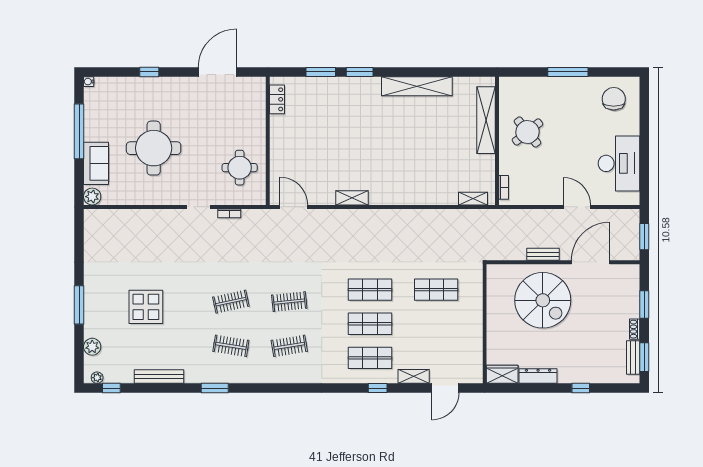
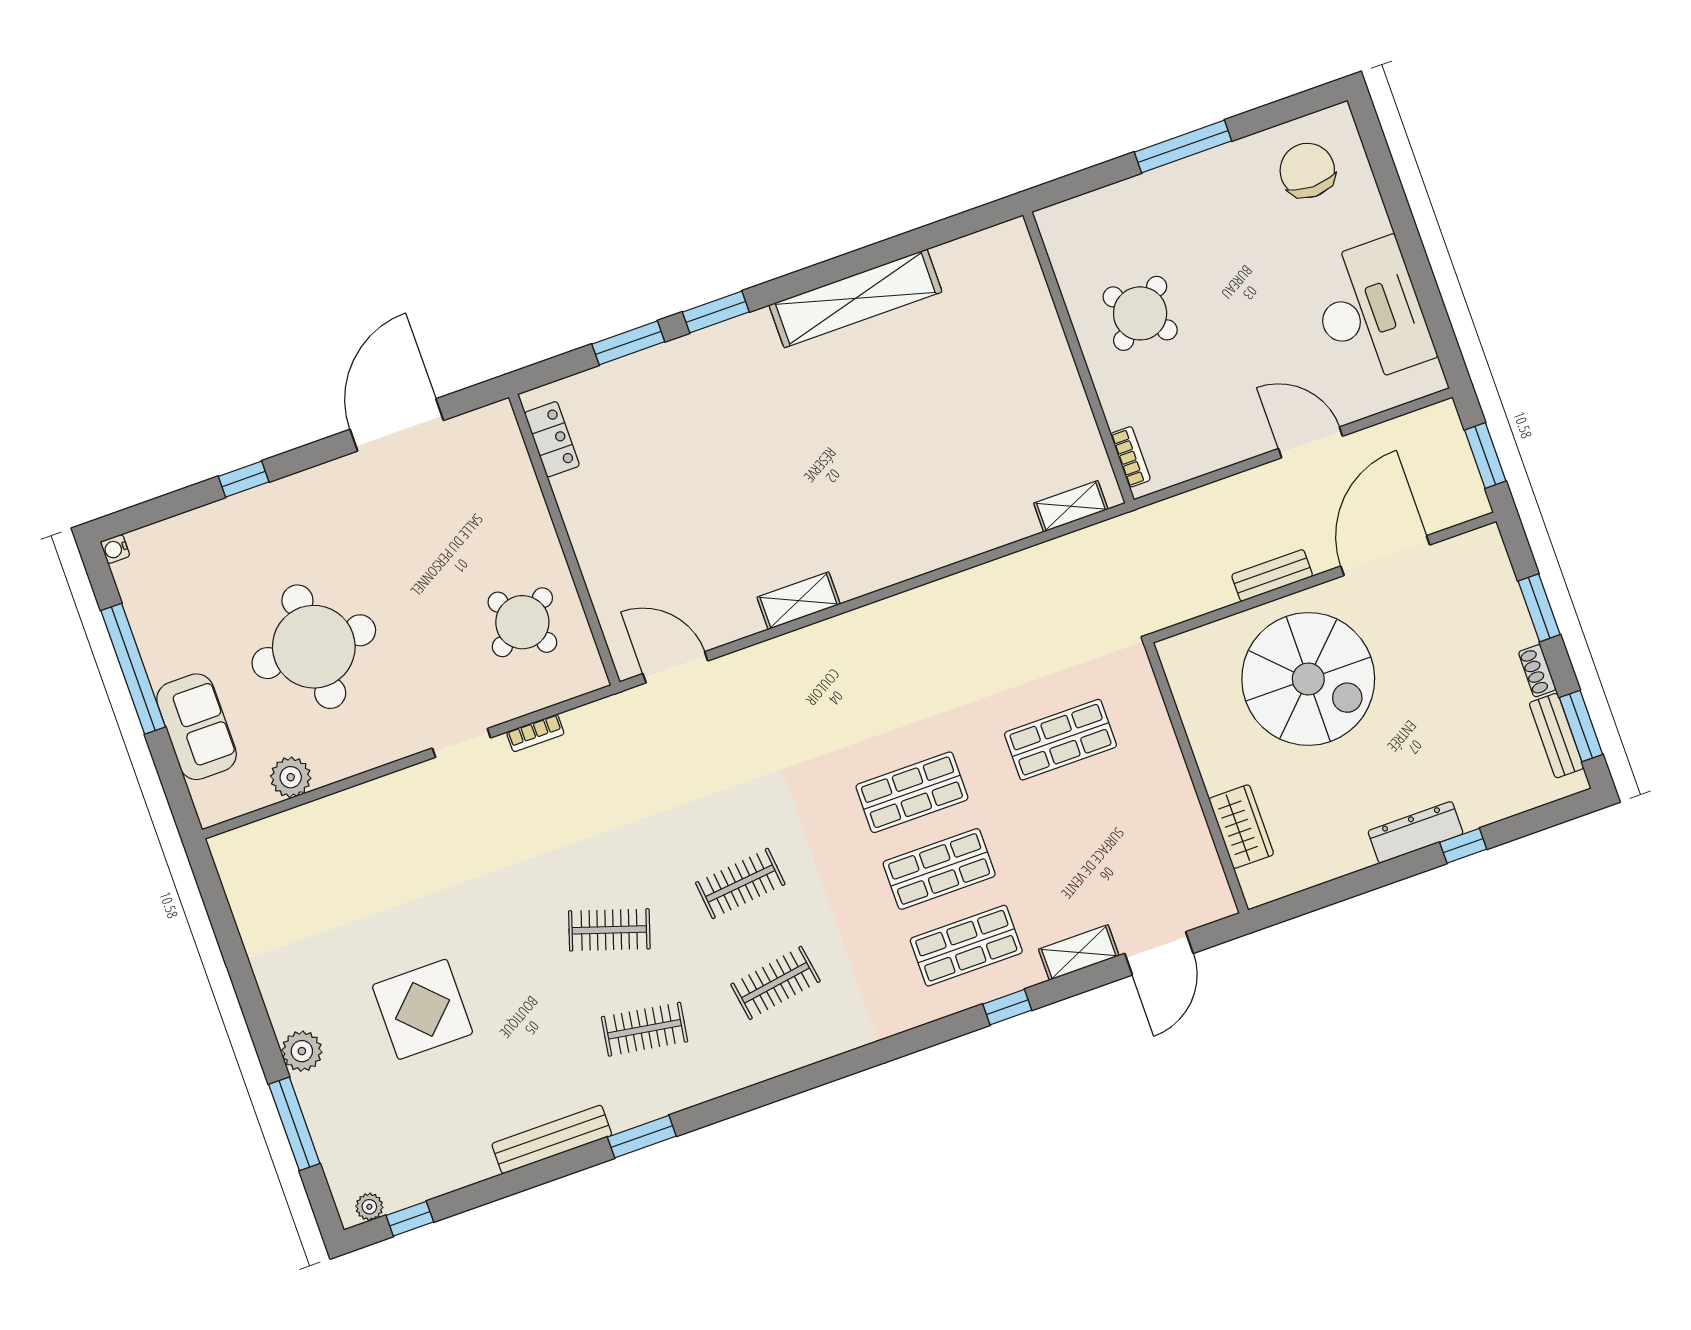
shelving: (486, 120) -> (1037, 320), removed
round table: (240, 168) -> (522, 622), turned -31
plant: (92, 197) -> (291, 777), moved
clothes rail: (231, 302) -> (609, 930), turned 30
window: (79, 305) -> (294, 1124), moved
plant: (92, 347) -> (302, 1051), moved
wardrobe: (502, 374) -> (1241, 827), moved, turned 90
dresser: (538, 376) -> (1416, 832), moved
bench: (159, 377) -> (552, 1139), moved

